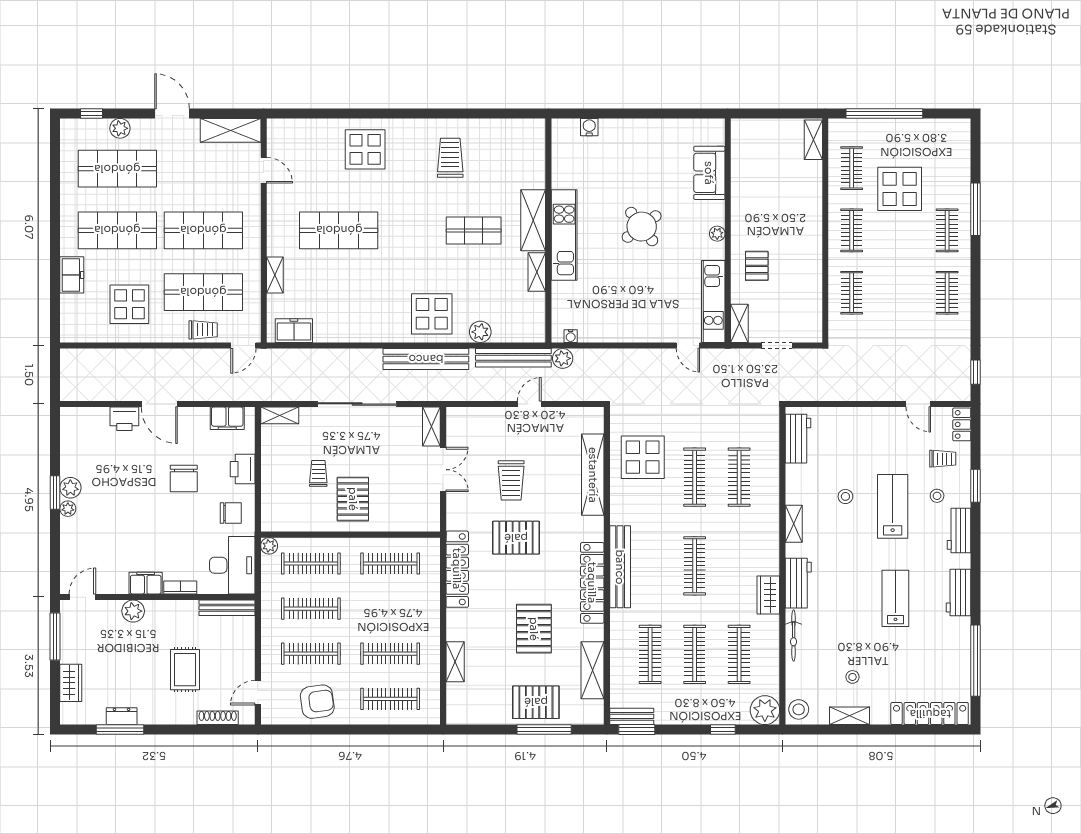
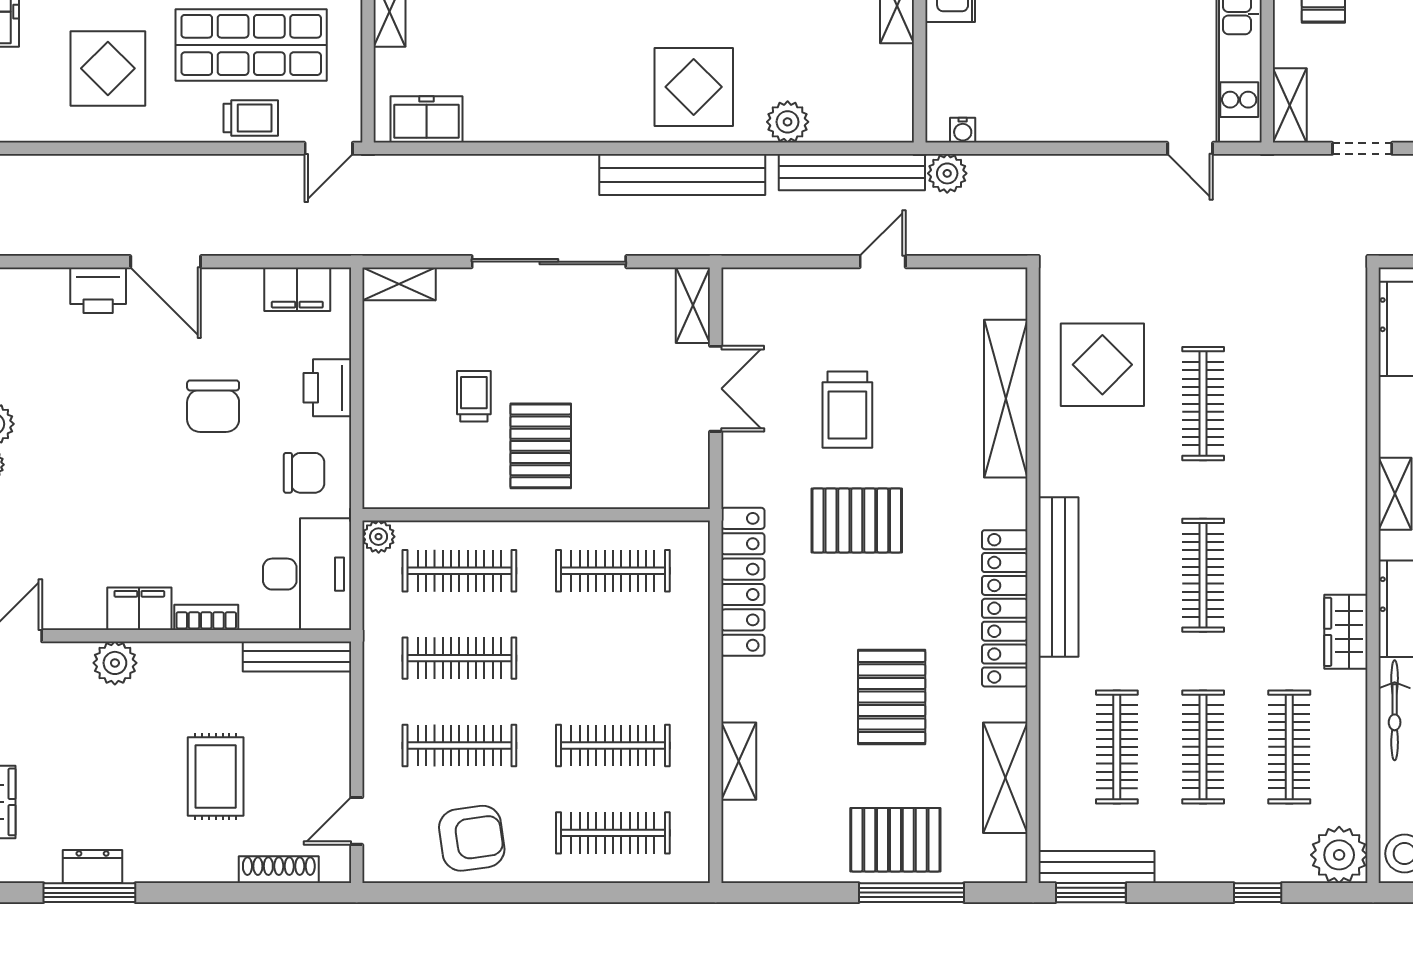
clothes rail: (739, 477) -> (1289, 404), removed
bench: (632, 716) -> (1096, 867), width x1.36

